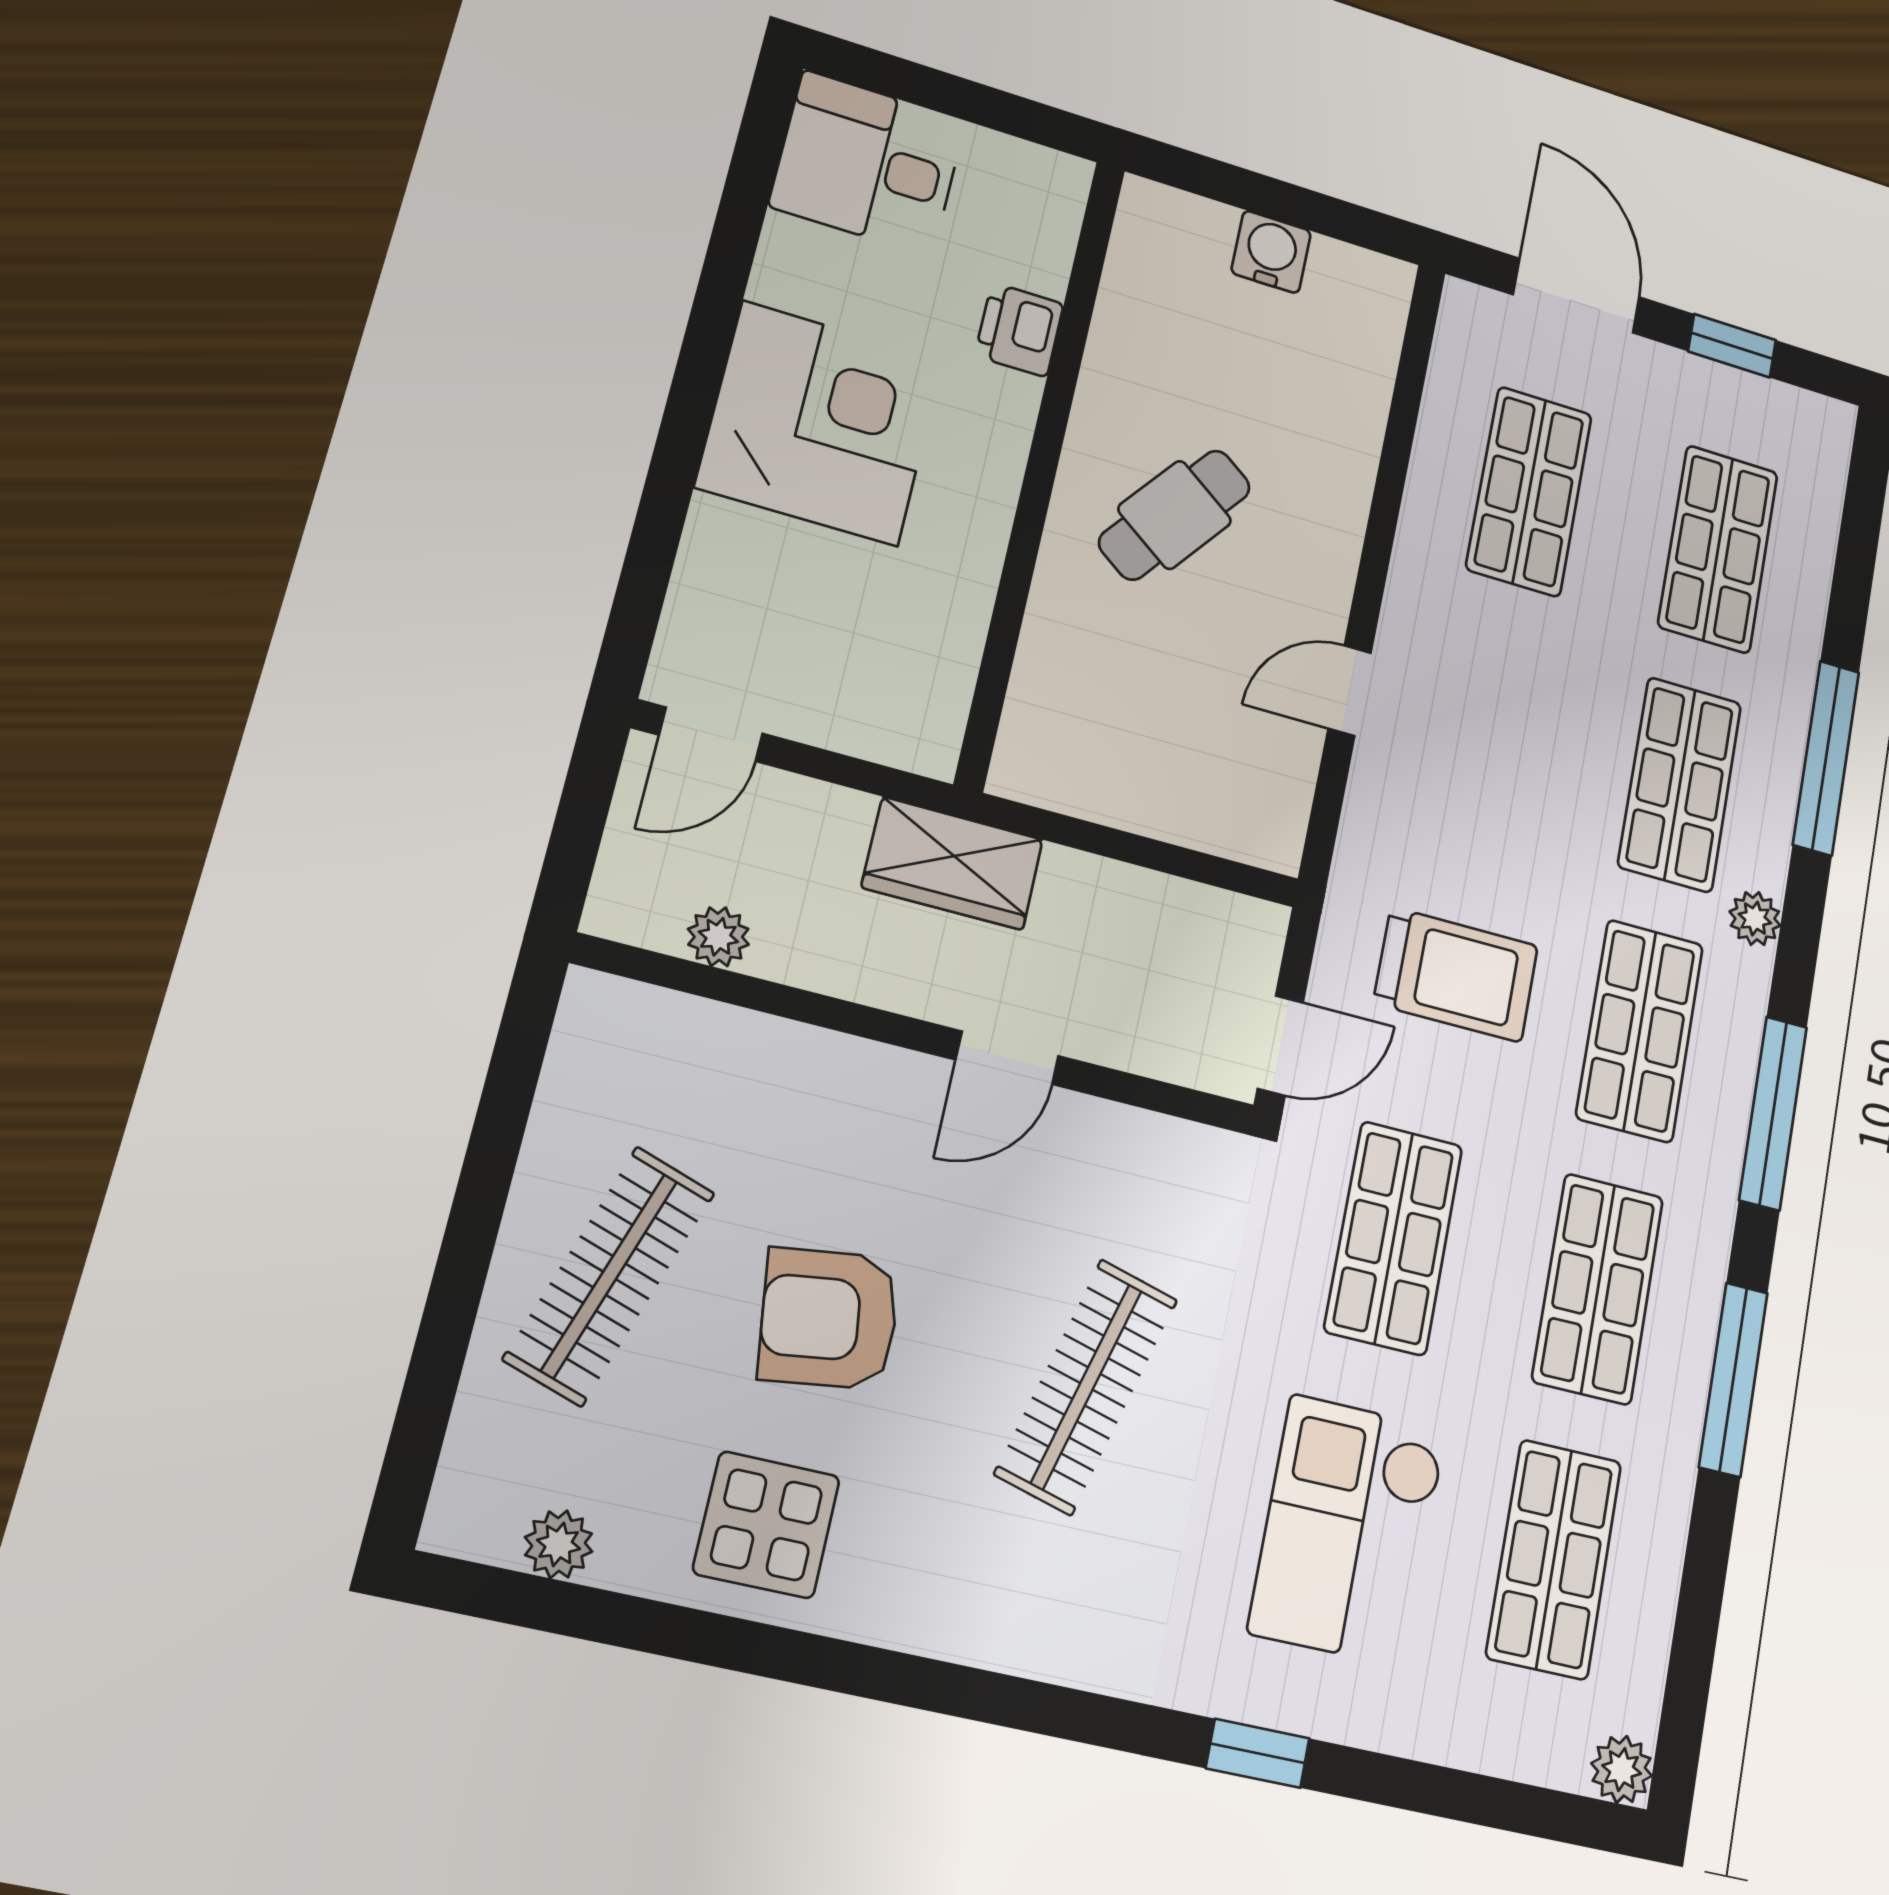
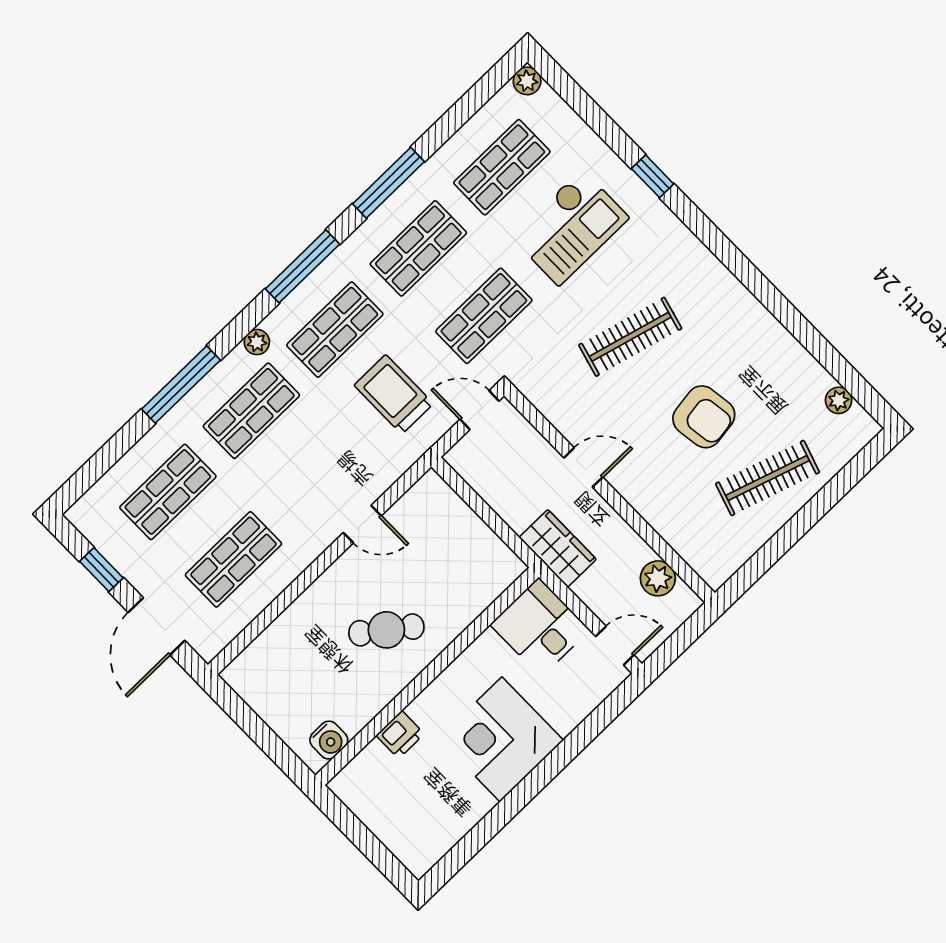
desk: (868, 163) -> (540, 627), moved, turned 180
water cooler: (1271, 252) -> (329, 740), moved, turned -90
plant: (718, 937) -> (658, 578), width x1.38, depth x1.38
display table: (766, 1525) -> (768, 362), removed

